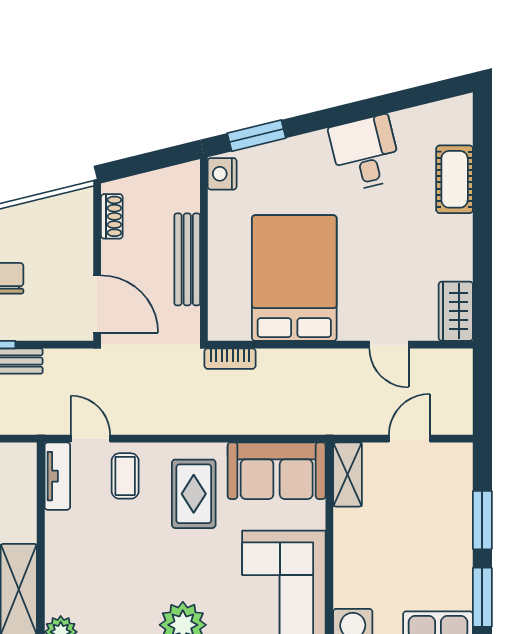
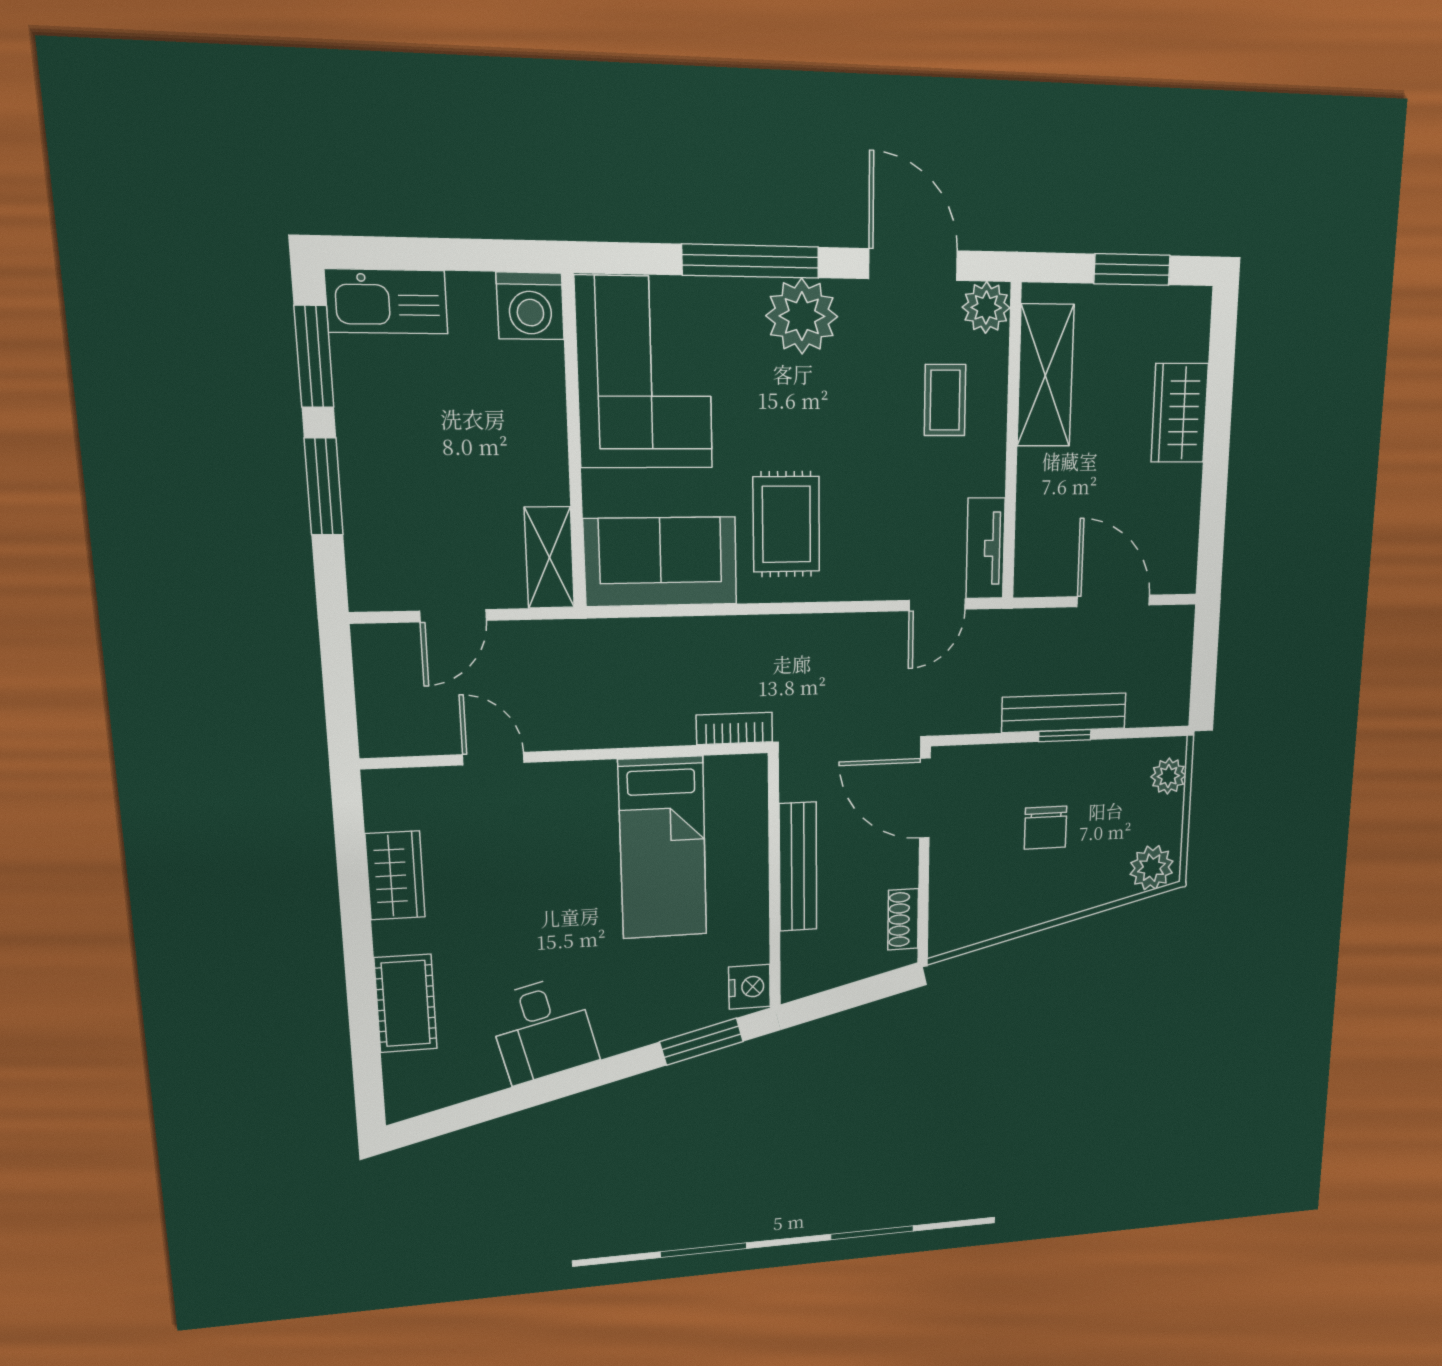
bed: (294, 278) -> (663, 848), width x0.67
wardrobe: (456, 311) -> (395, 875), moved
door: (91, 439) -> (937, 605), hinge flipped
coffee table: (125, 476) -> (945, 400), moved

